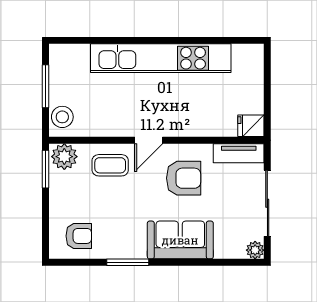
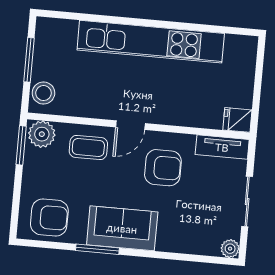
sliding door: (267, 203) -> (247, 201), width x0.73
armchair: (79, 236) -> (49, 217), width x1.38, depth x1.38
sofa: (180, 240) -> (122, 228), moved

